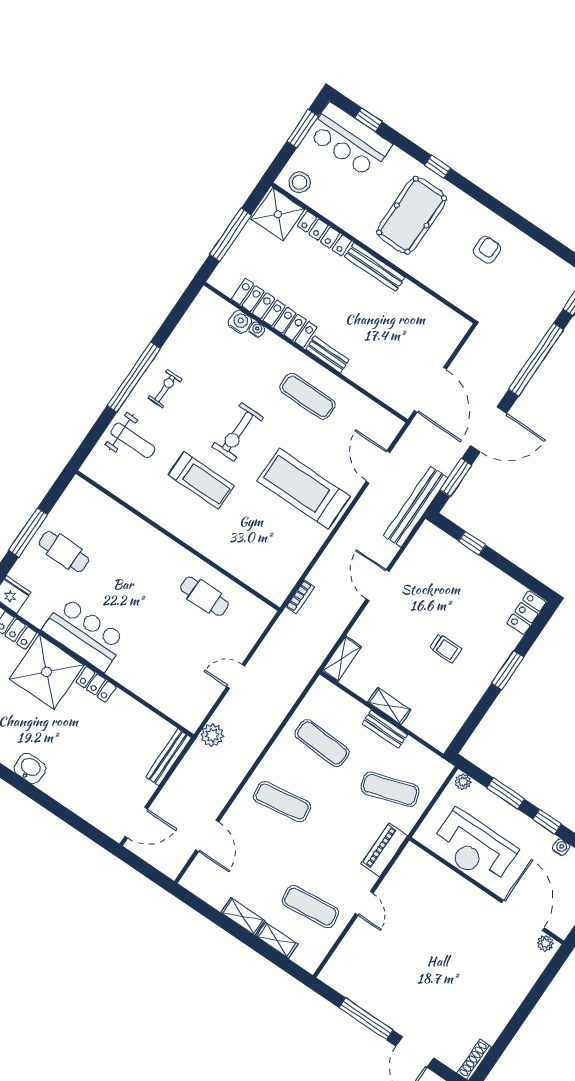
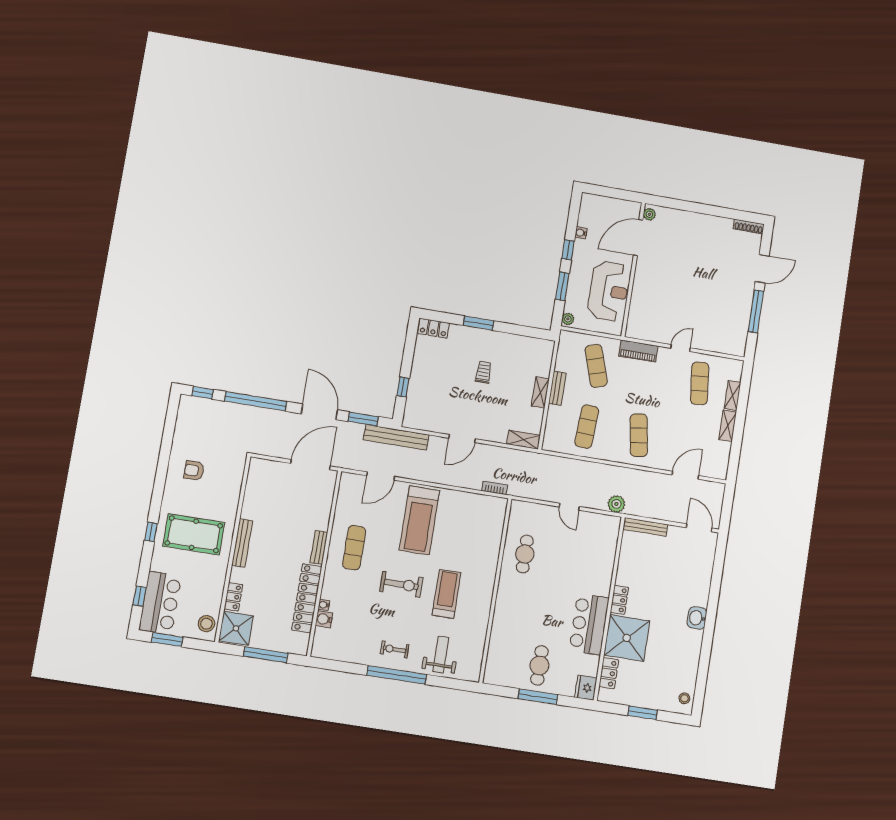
locker: (324, 234) -> (233, 597), width x0.66

